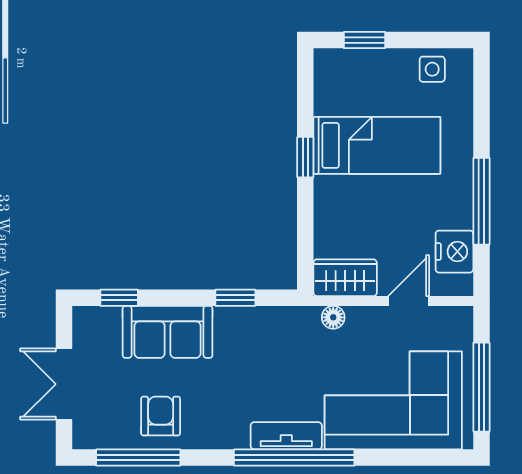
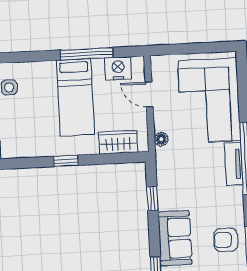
bed: (377, 145) -> (75, 97), moved, turned 180
wardrobe: (345, 278) -> (118, 142), moved, turned 90
window: (481, 387) -> (199, 48), removed

